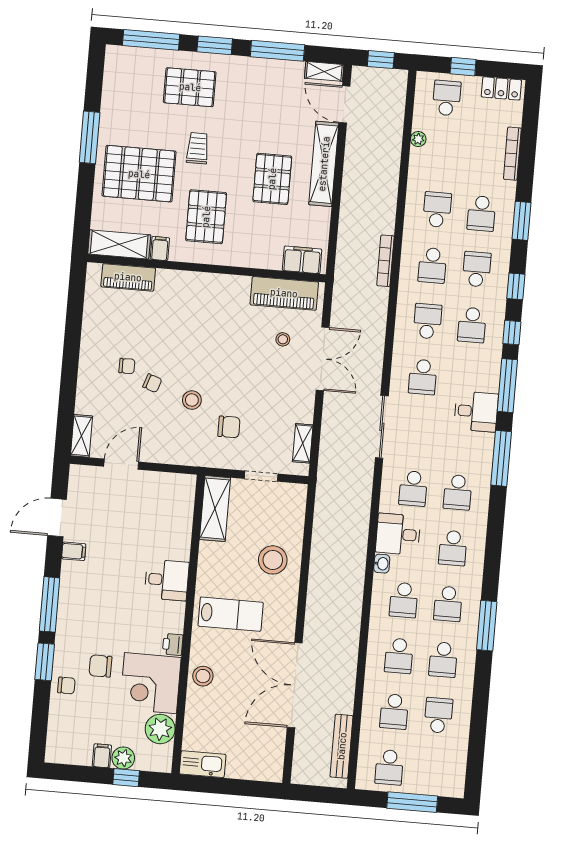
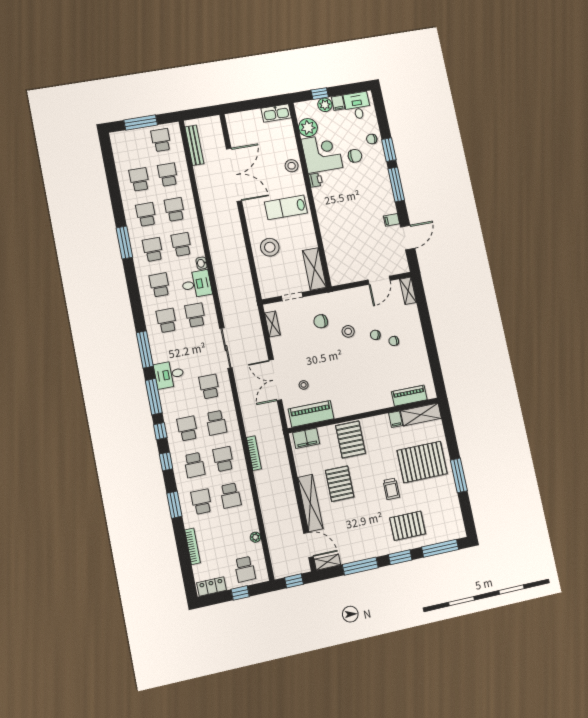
pallet: (206, 217) -> (351, 439), moved
desk: (167, 580) -> (357, 106), moved, turned 90
school desk: (438, 715) -> (139, 179), turned 180

